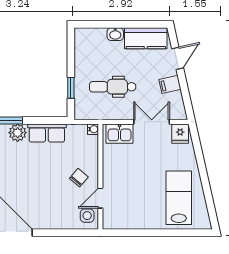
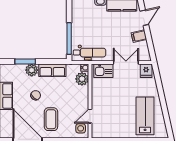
dental chair: (113, 87) -> (90, 53), moved, turned 180
window: (71, 88) -> (69, 39), width x2.17
plant: (89, 145) -> (82, 79), added
chair: (79, 178) -> (36, 95), moved
coffee table: (45, 203) -> (51, 119), added

